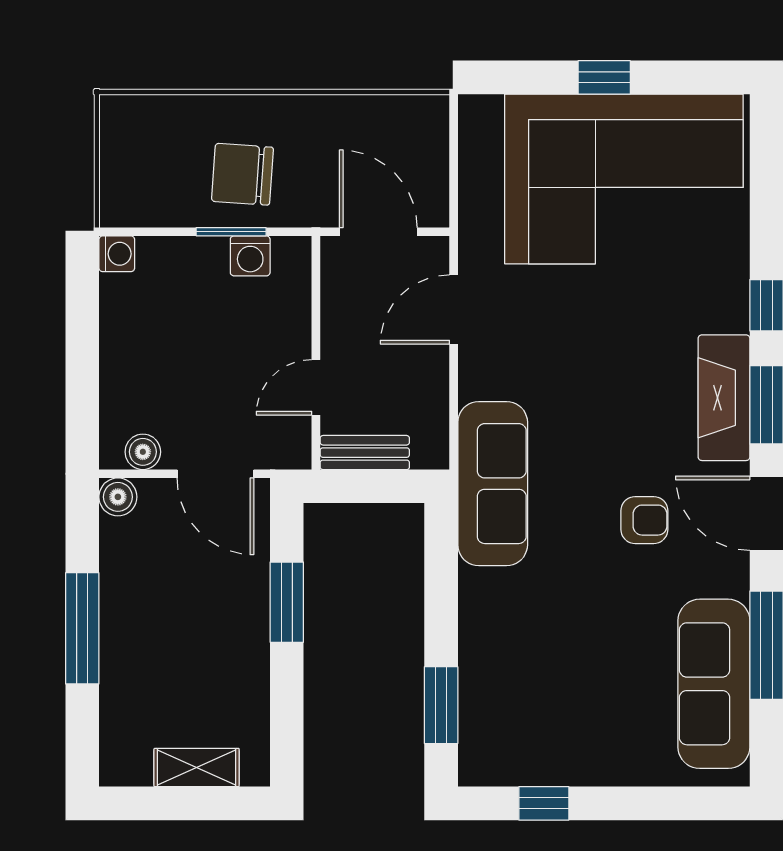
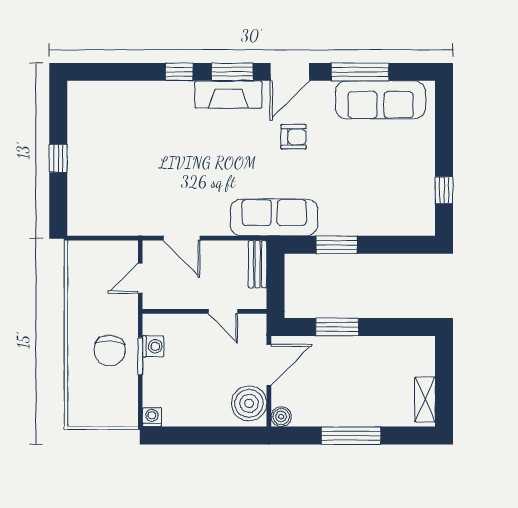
corner sofa: (624, 179) -> (112, 148), removed
door: (378, 232) -> (140, 278), width x0.73
boiler: (143, 452) -> (249, 403), width x1.86, depth x1.86
bench: (365, 453) -> (258, 264), moved
armchair: (644, 520) -> (293, 137), turned 90
window: (441, 705) -> (336, 245), moved
shelving: (197, 768) -> (425, 400), moved

